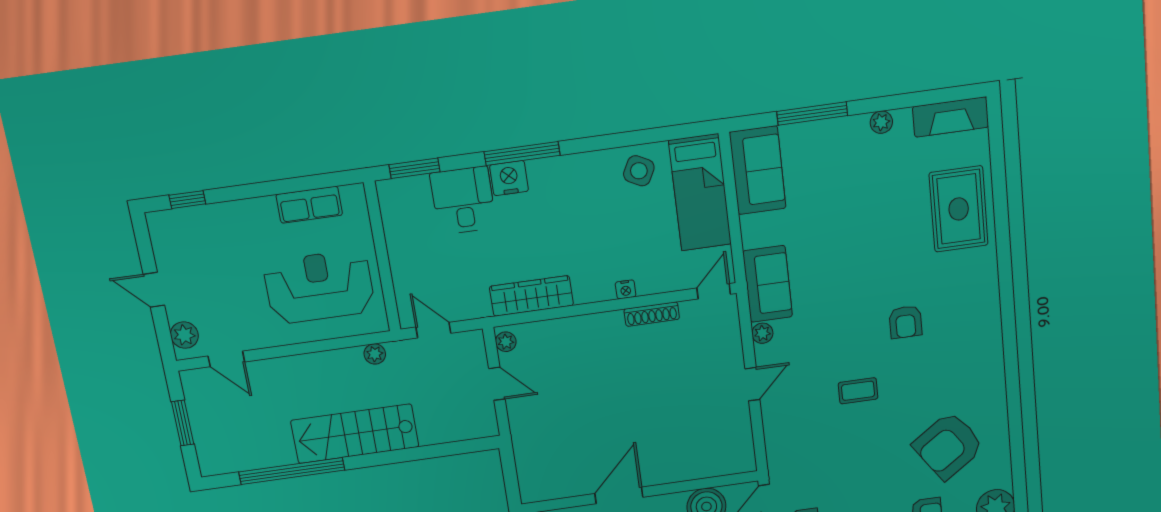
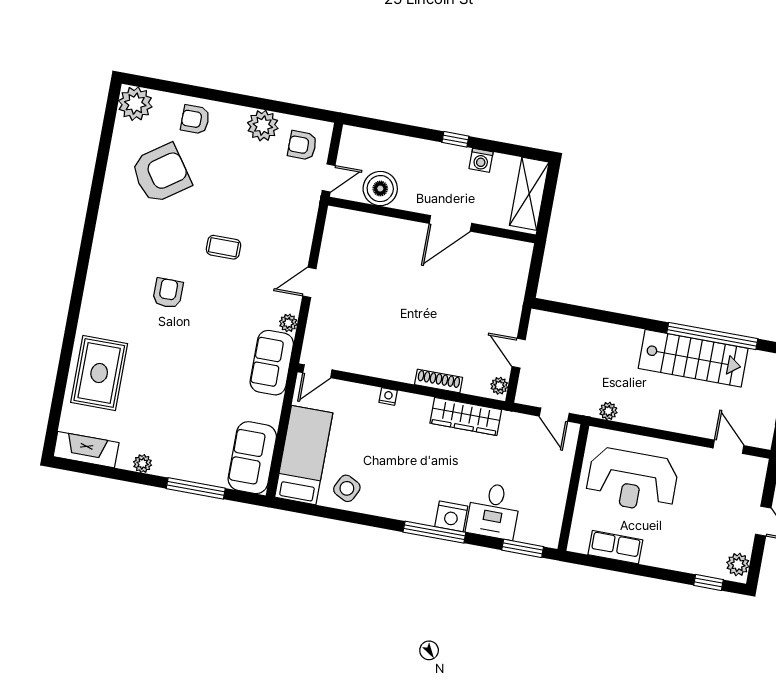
shoe rack: (652, 314) -> (439, 381), moved
plant: (184, 335) -> (738, 564), moved
stairs: (355, 434) -> (693, 358), moved

